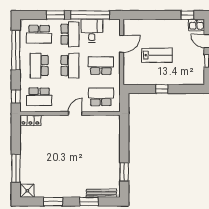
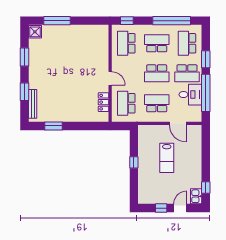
school desk: (101, 66) -> (157, 103), turned -90
school desk: (101, 97) -> (126, 103), turned 180
locker: (30, 120) -> (103, 102), moved

